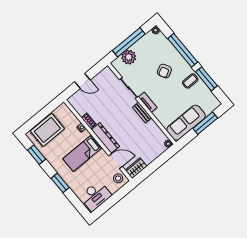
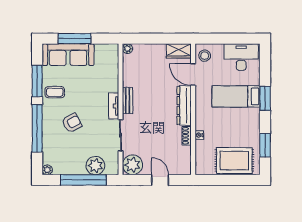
plant: (107, 76) -> (132, 165), added
sofa: (186, 123) -> (68, 55), moved
bed: (82, 153) -> (236, 96), moved, turned 180

